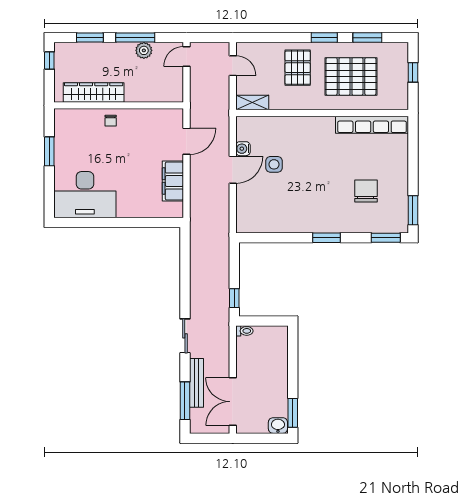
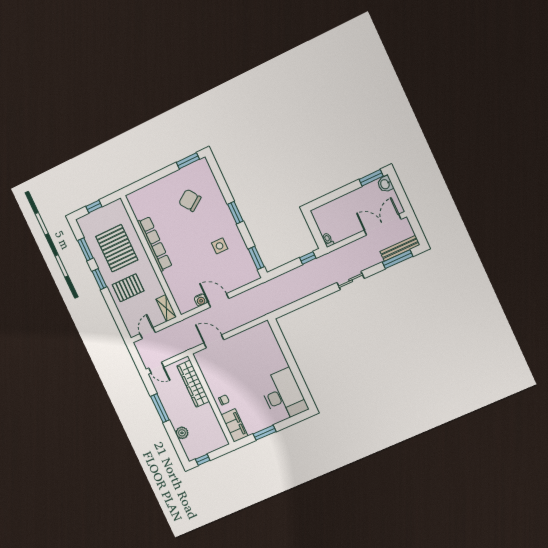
window: (90, 38) -> (174, 439), removed
plant: (144, 50) -> (182, 433), moved
wardrobe: (94, 92) -> (193, 384), moved
row of seats: (372, 125) -> (155, 244), moved
side table: (274, 164) -> (220, 246), moved
filing cabinet: (173, 181) -> (234, 425), moved, turned -90
chair: (366, 191) -> (190, 200), turned 55
window: (386, 238) -> (256, 258), moved
bench: (196, 383) -> (400, 248), moved
double door: (233, 402) -> (383, 225), swing flipped

